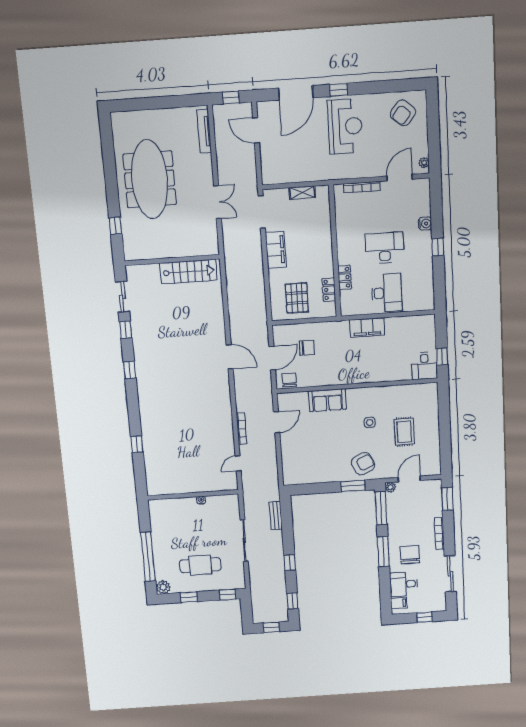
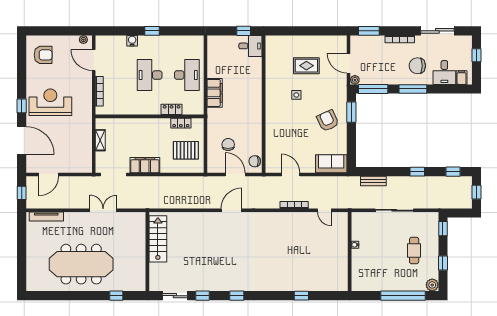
armchair: (403, 113) -> (43, 55), turned -40
desk: (387, 293) -> (187, 75), turned 90
sofa: (327, 400) -> (331, 164), moved, turned -90
armchair: (363, 464) -> (328, 121), moved
cafe table: (200, 565) -> (414, 251), width x0.73, depth x0.74

